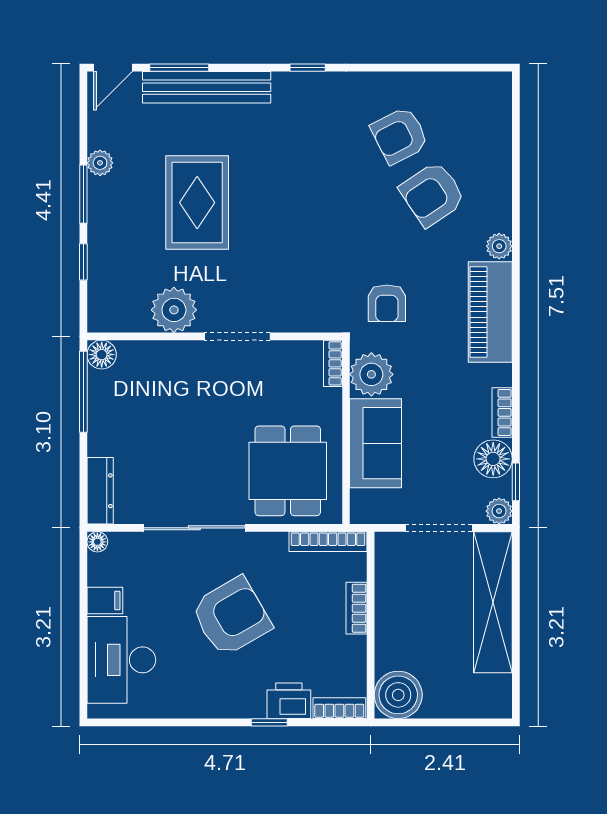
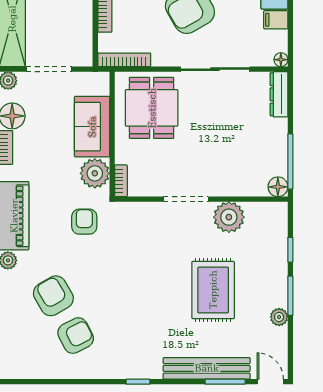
door: (113, 68) -> (270, 382), hinge flipped
armchair: (432, 194) -> (53, 296), turned -86

